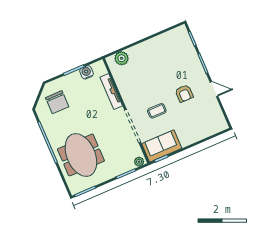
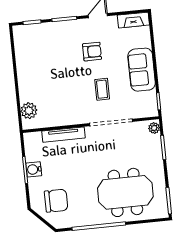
water cooler: (87, 72) -> (34, 169), moved
fireplace: (219, 118) -> (133, 20), added
sofa: (162, 146) -> (142, 70), moved

